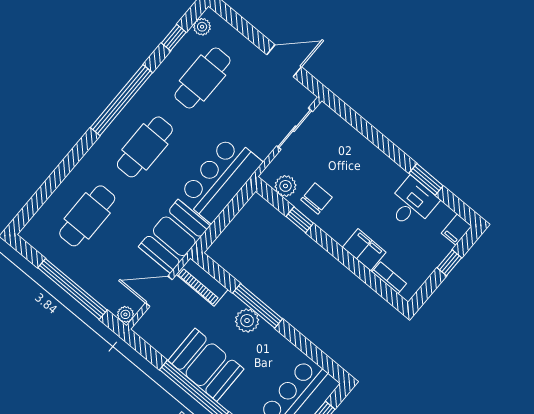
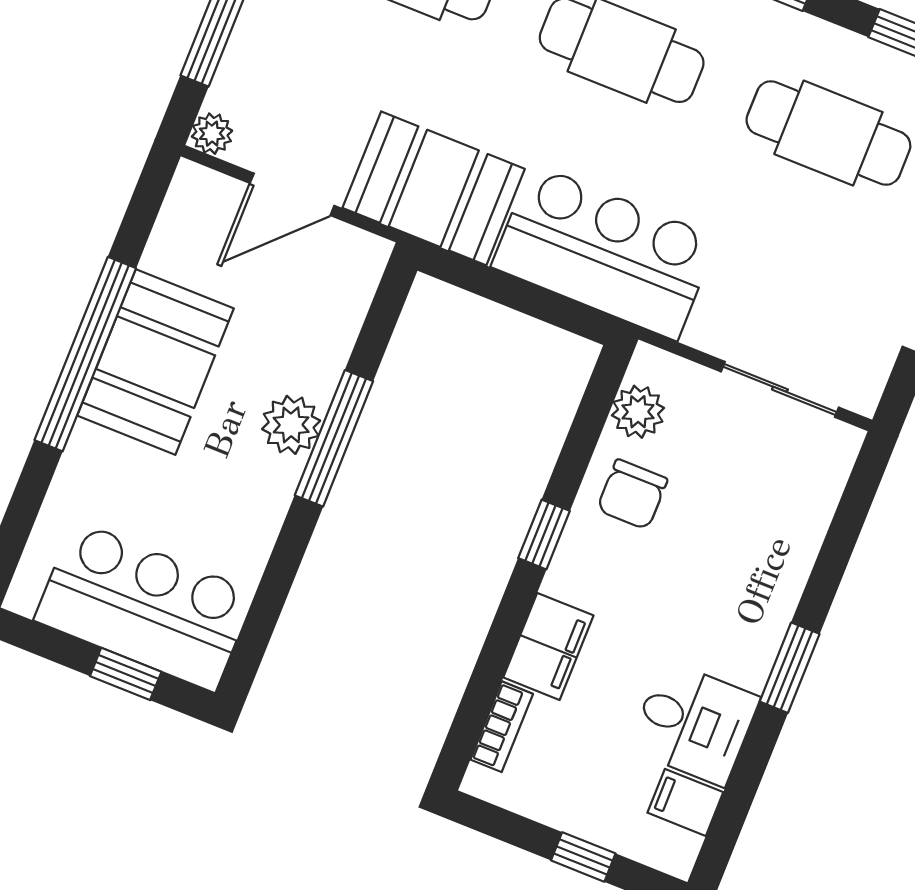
window: (426, 179) -> (790, 668), moved
chair: (316, 199) -> (632, 494), turned 90
window: (300, 220) -> (544, 535), moved
filing cabinet: (457, 230) -> (685, 802), moved
piano: (202, 282) -> (348, 289), removed
door: (159, 291) -> (292, 194), swing flipped

